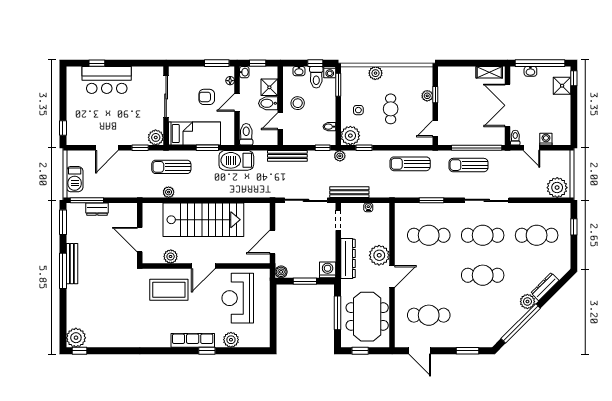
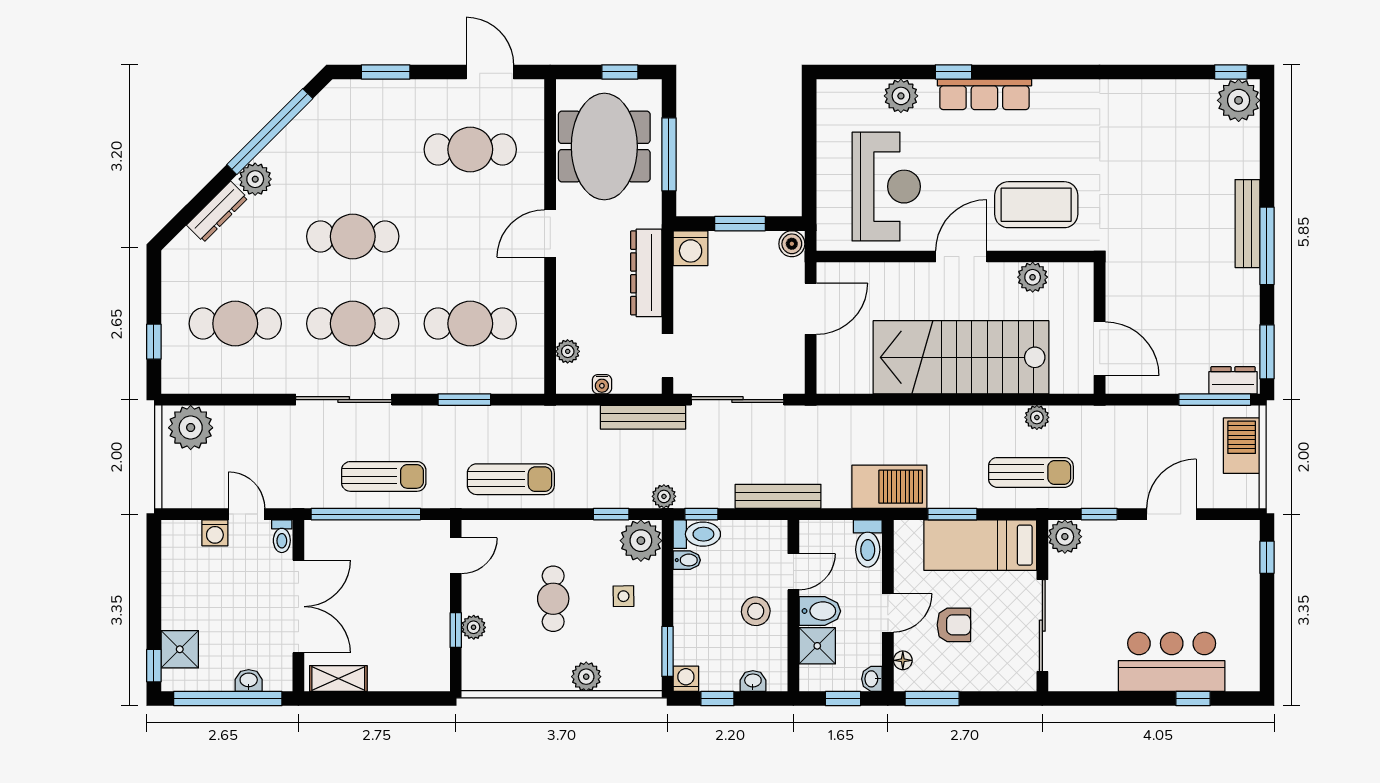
toilet: (316, 77) -> (697, 534), moved, turned 90
dresser: (97, 209) -> (1233, 380), moved
door: (140, 240) -> (1100, 349), moved
plant: (379, 255) -> (568, 351), moved, width x0.53, depth x0.53
bench: (72, 264) -> (1247, 224), moved

